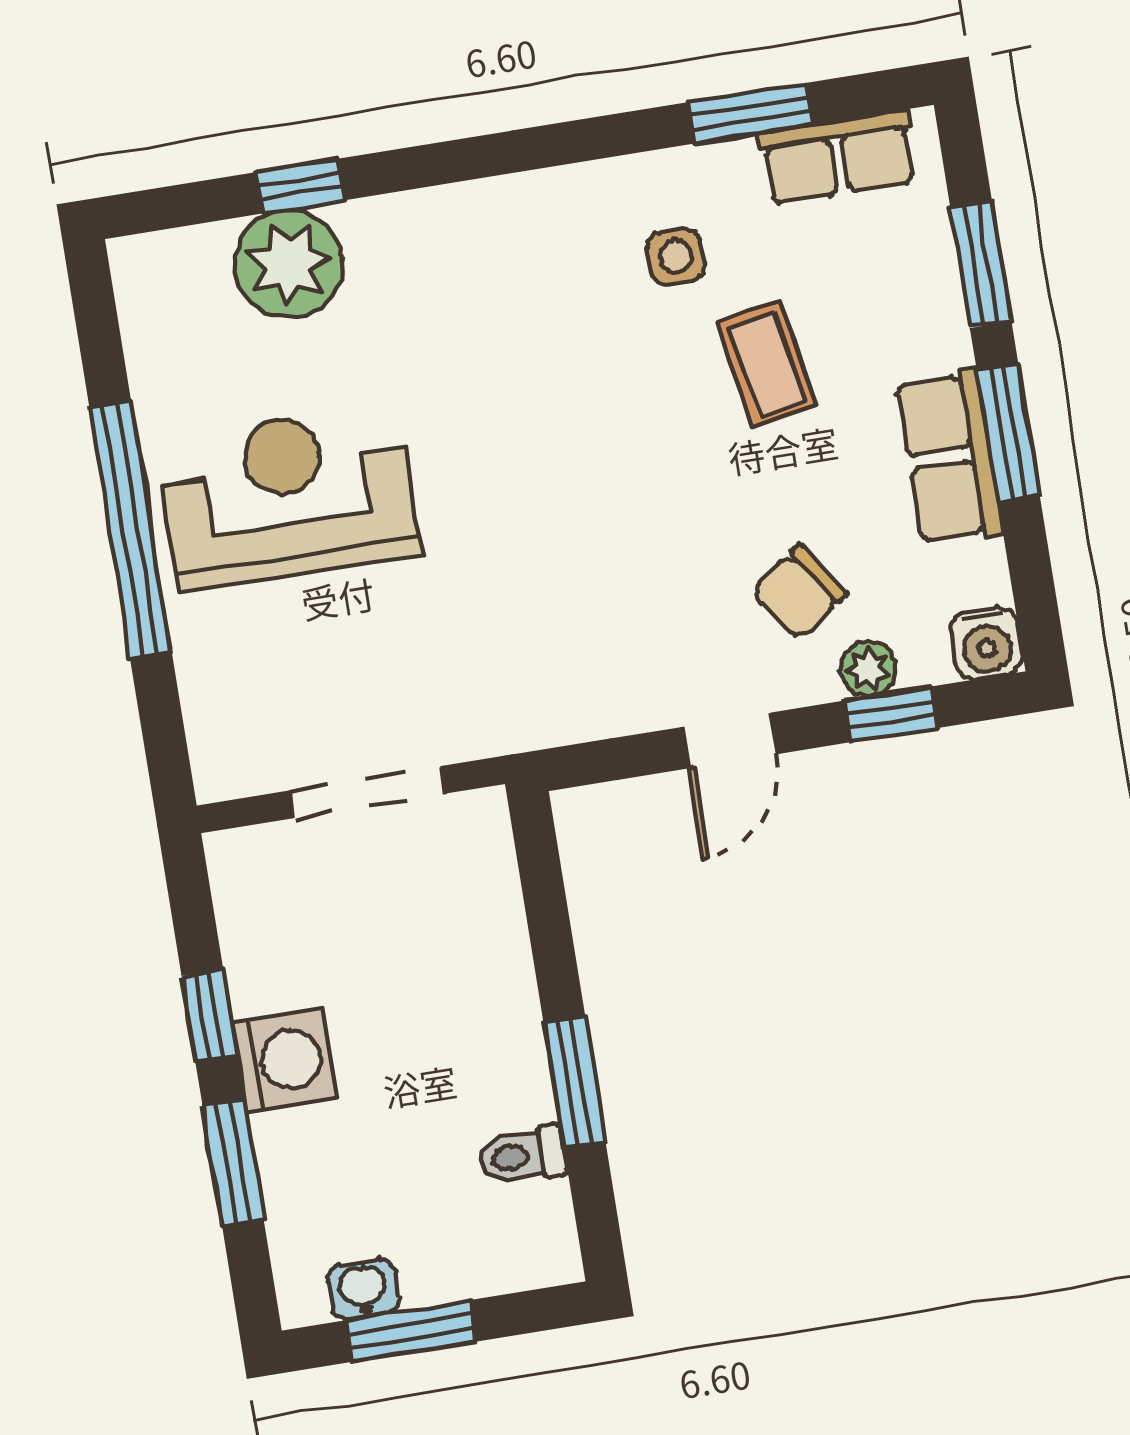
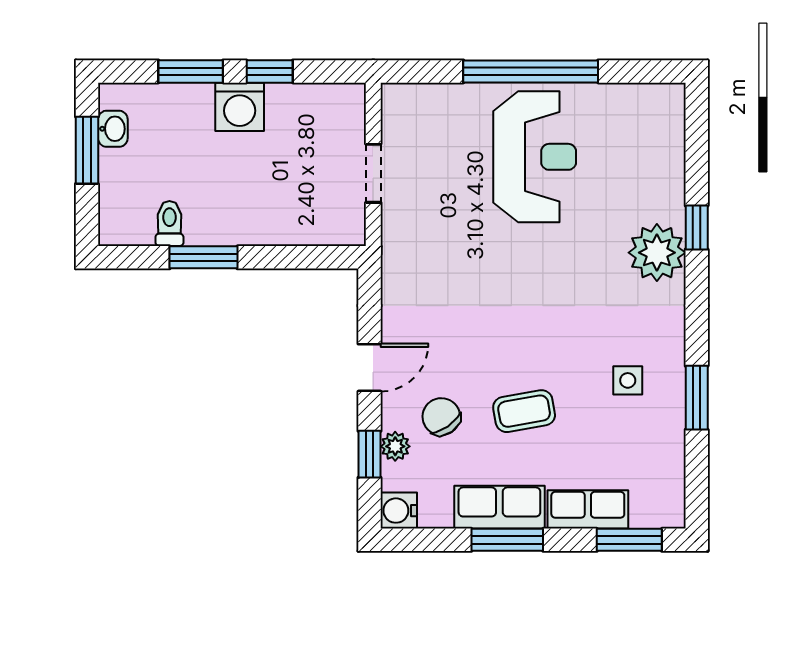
window: (751, 113) -> (697, 398), moved
row of seats: (838, 157) -> (588, 509), moved, turned 90
window: (300, 186) -> (697, 227), moved
plant: (289, 264) -> (657, 253), moved
window: (981, 264) -> (629, 540), moved
coffee table: (767, 365) -> (524, 411), moved
door: (729, 741) -> (370, 368), swing flipped
doorway: (367, 792) -> (373, 173), width x0.73

